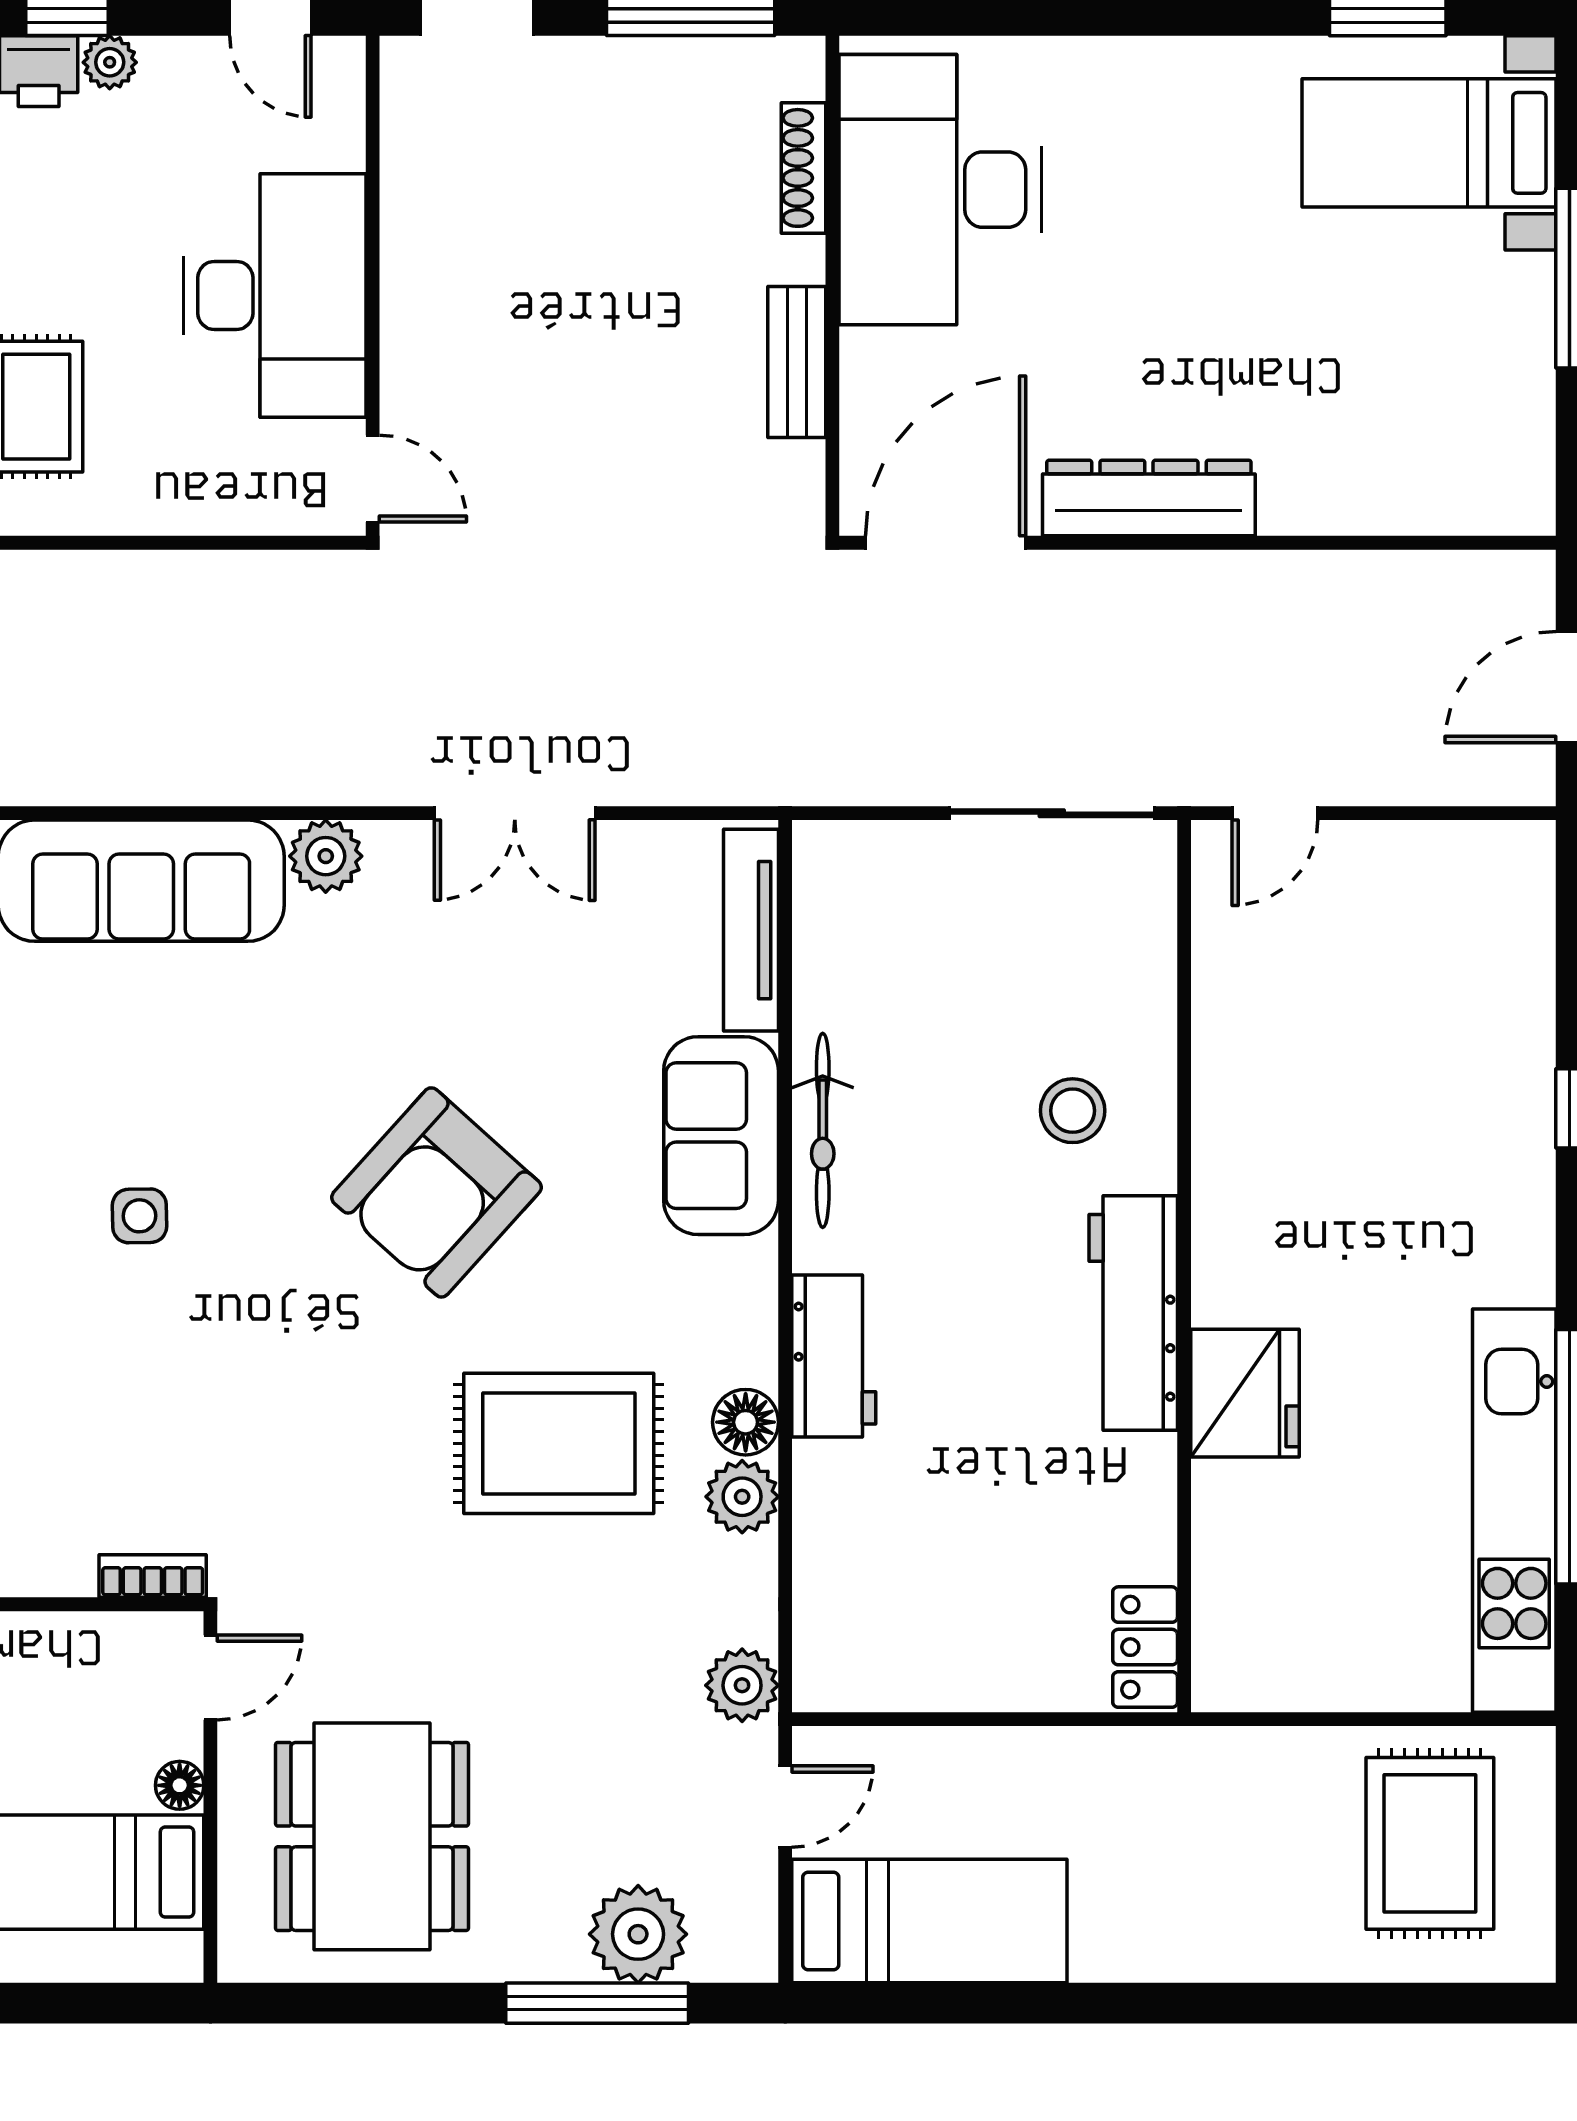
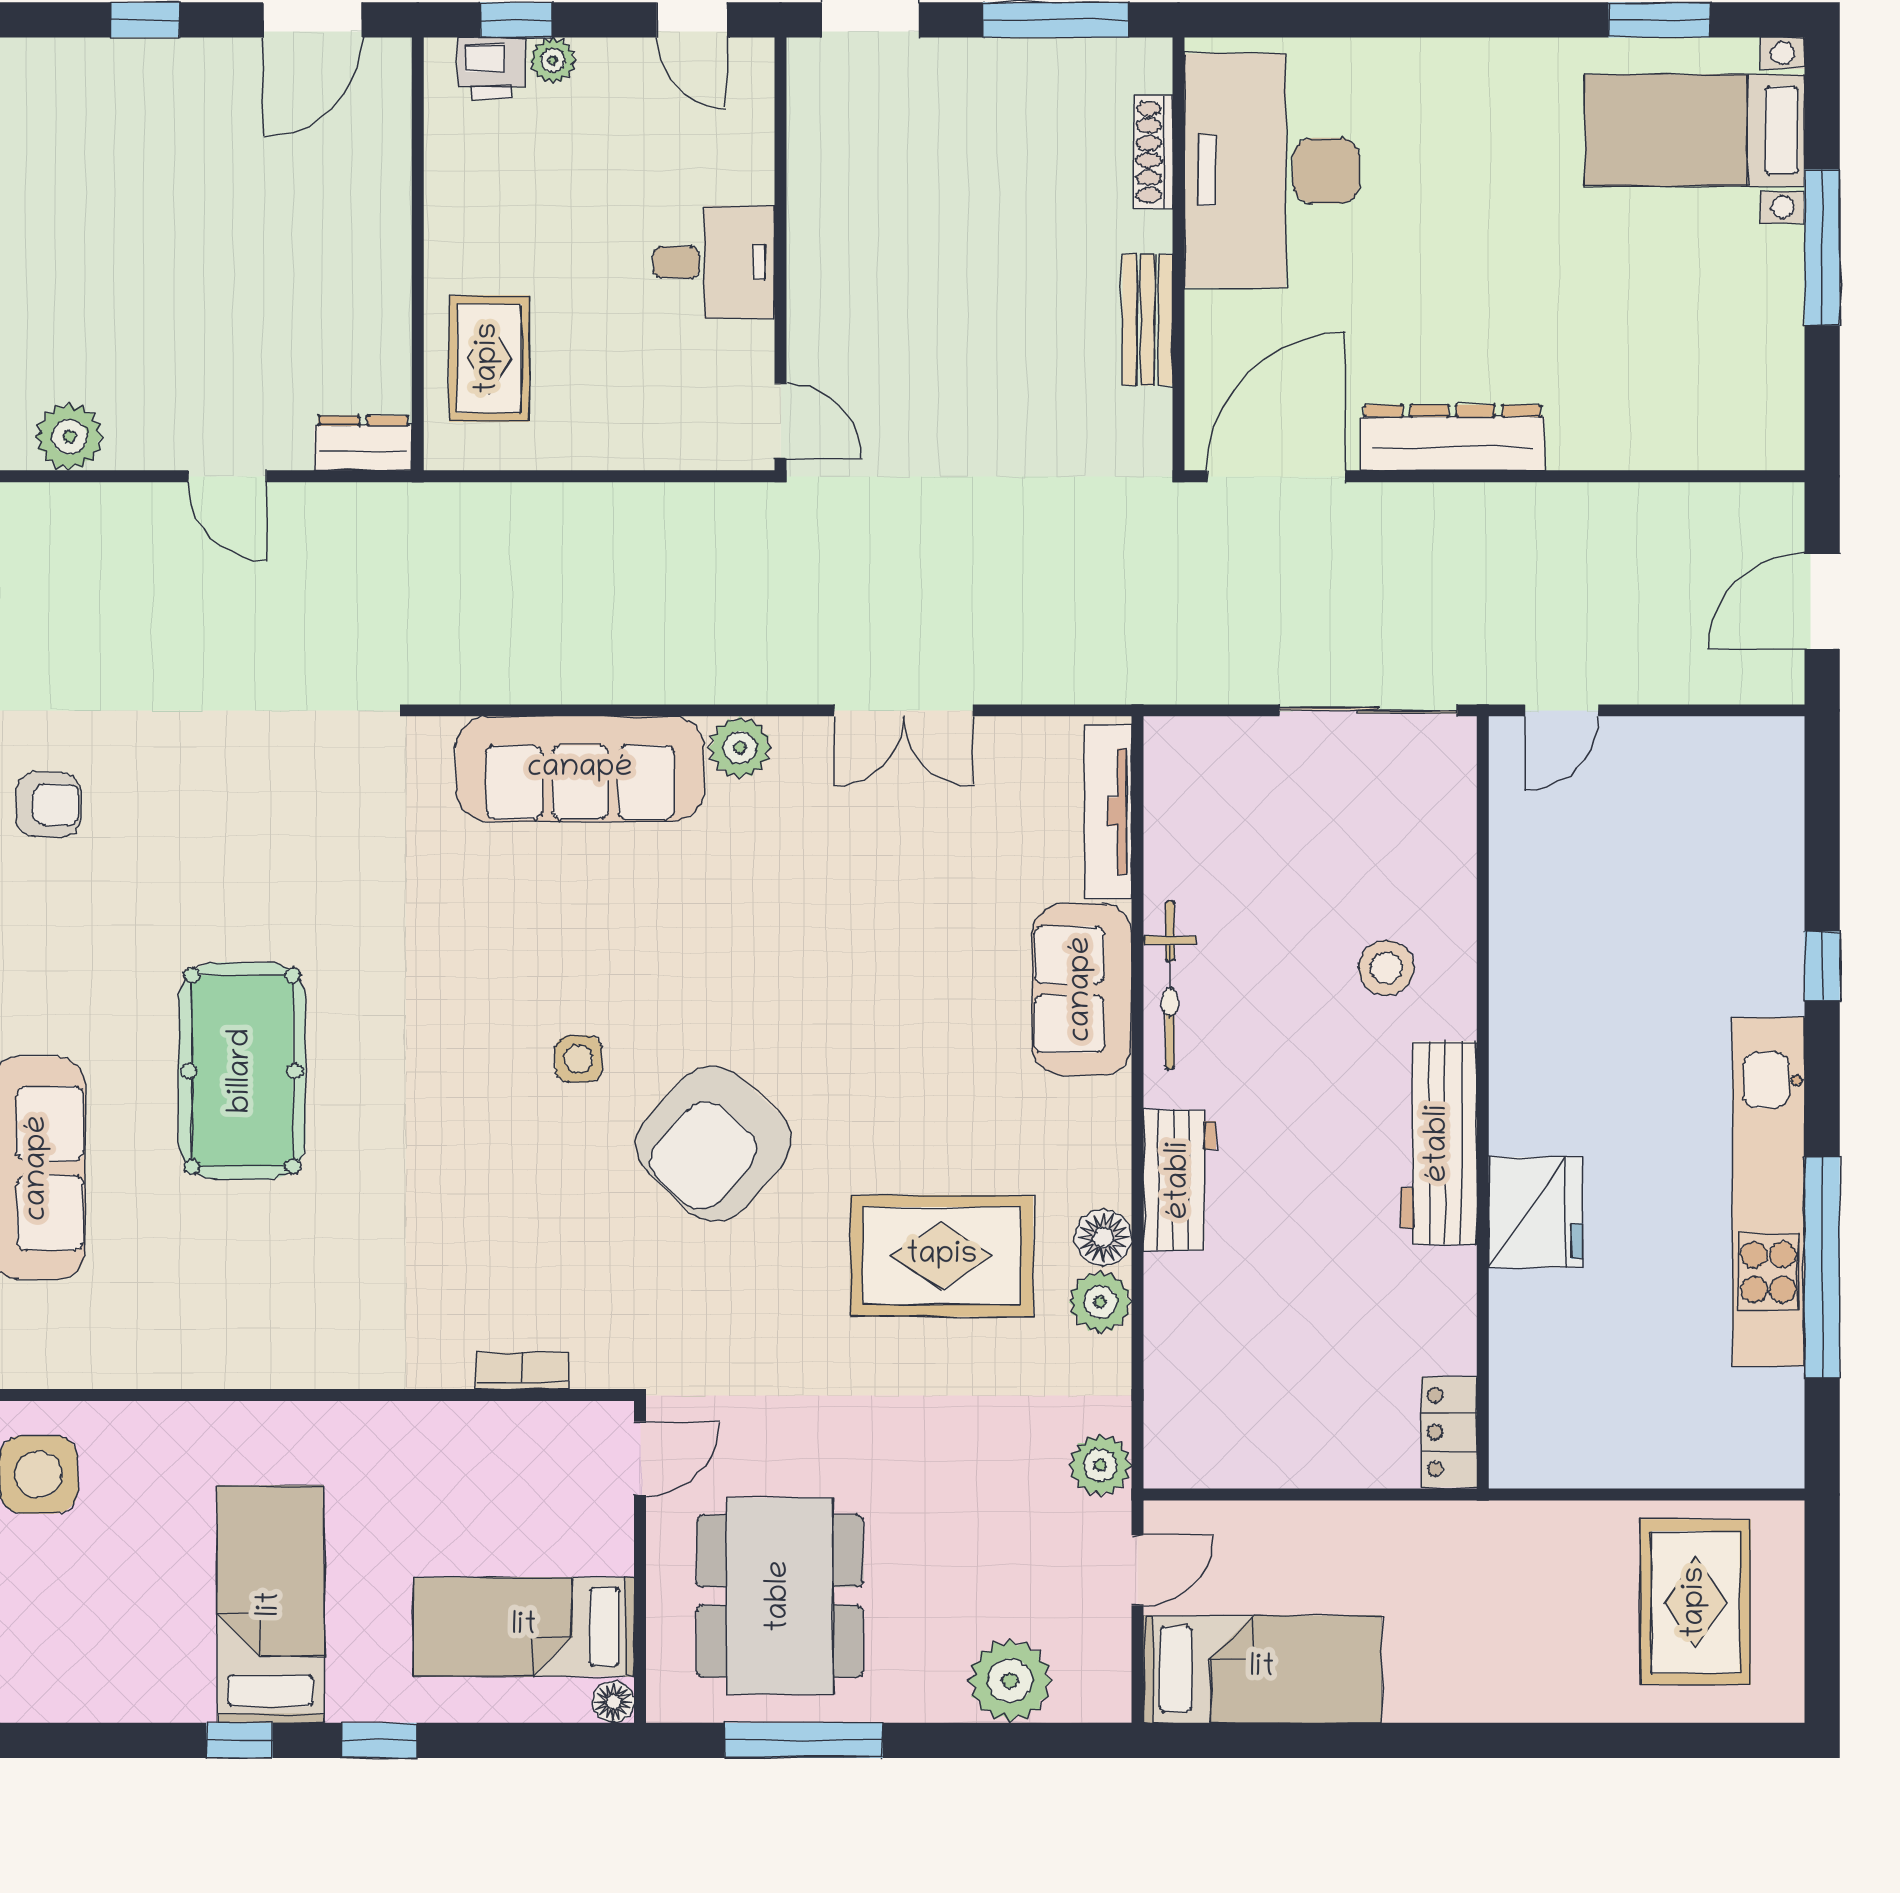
desk: (275, 295) -> (714, 262), width x0.53, depth x0.77
armchair: (436, 1192) -> (714, 1144), moved
kitchen unit: (1514, 1511) -> (1769, 1192), moved
bookcase: (153, 1576) -> (523, 1371), moved
floor lamp: (180, 1785) -> (613, 1702), moved
window: (597, 2003) -> (804, 1740), moved

